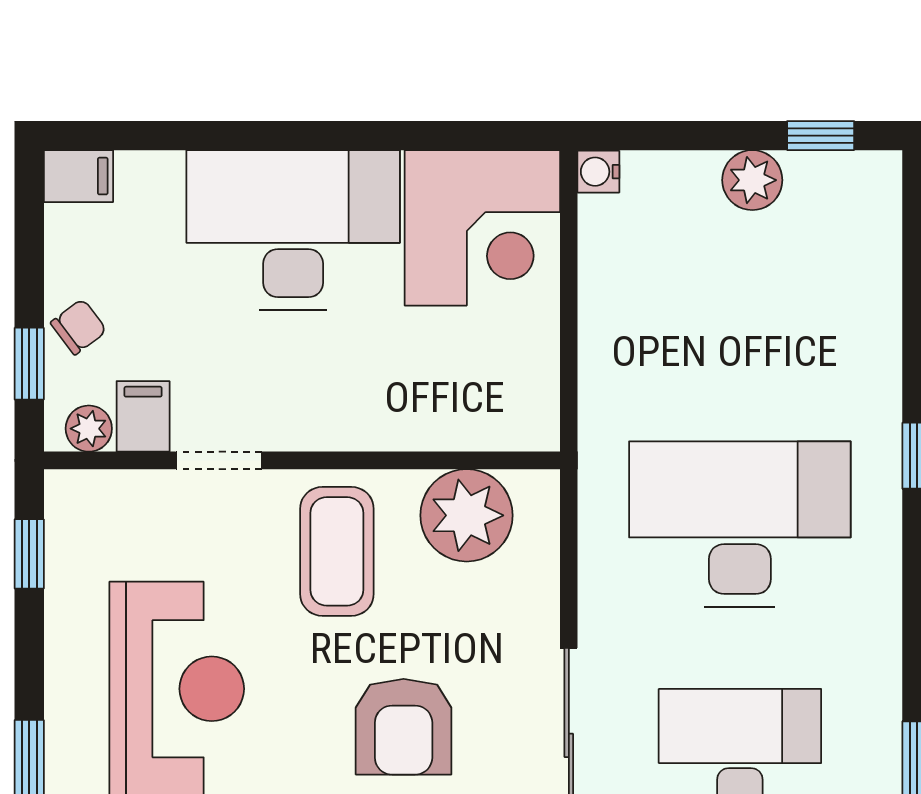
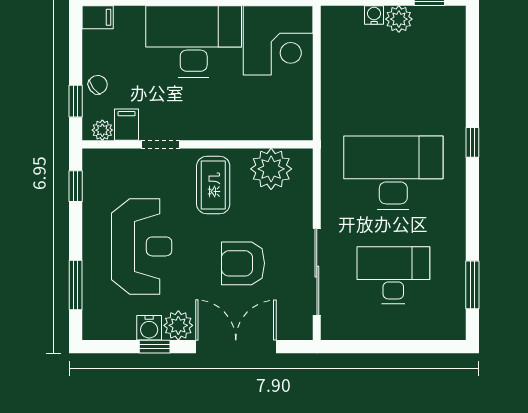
water cooler: (598, 172) -> (374, 15), moved, turned 90
armchair: (404, 727) -> (243, 263), turned 90

